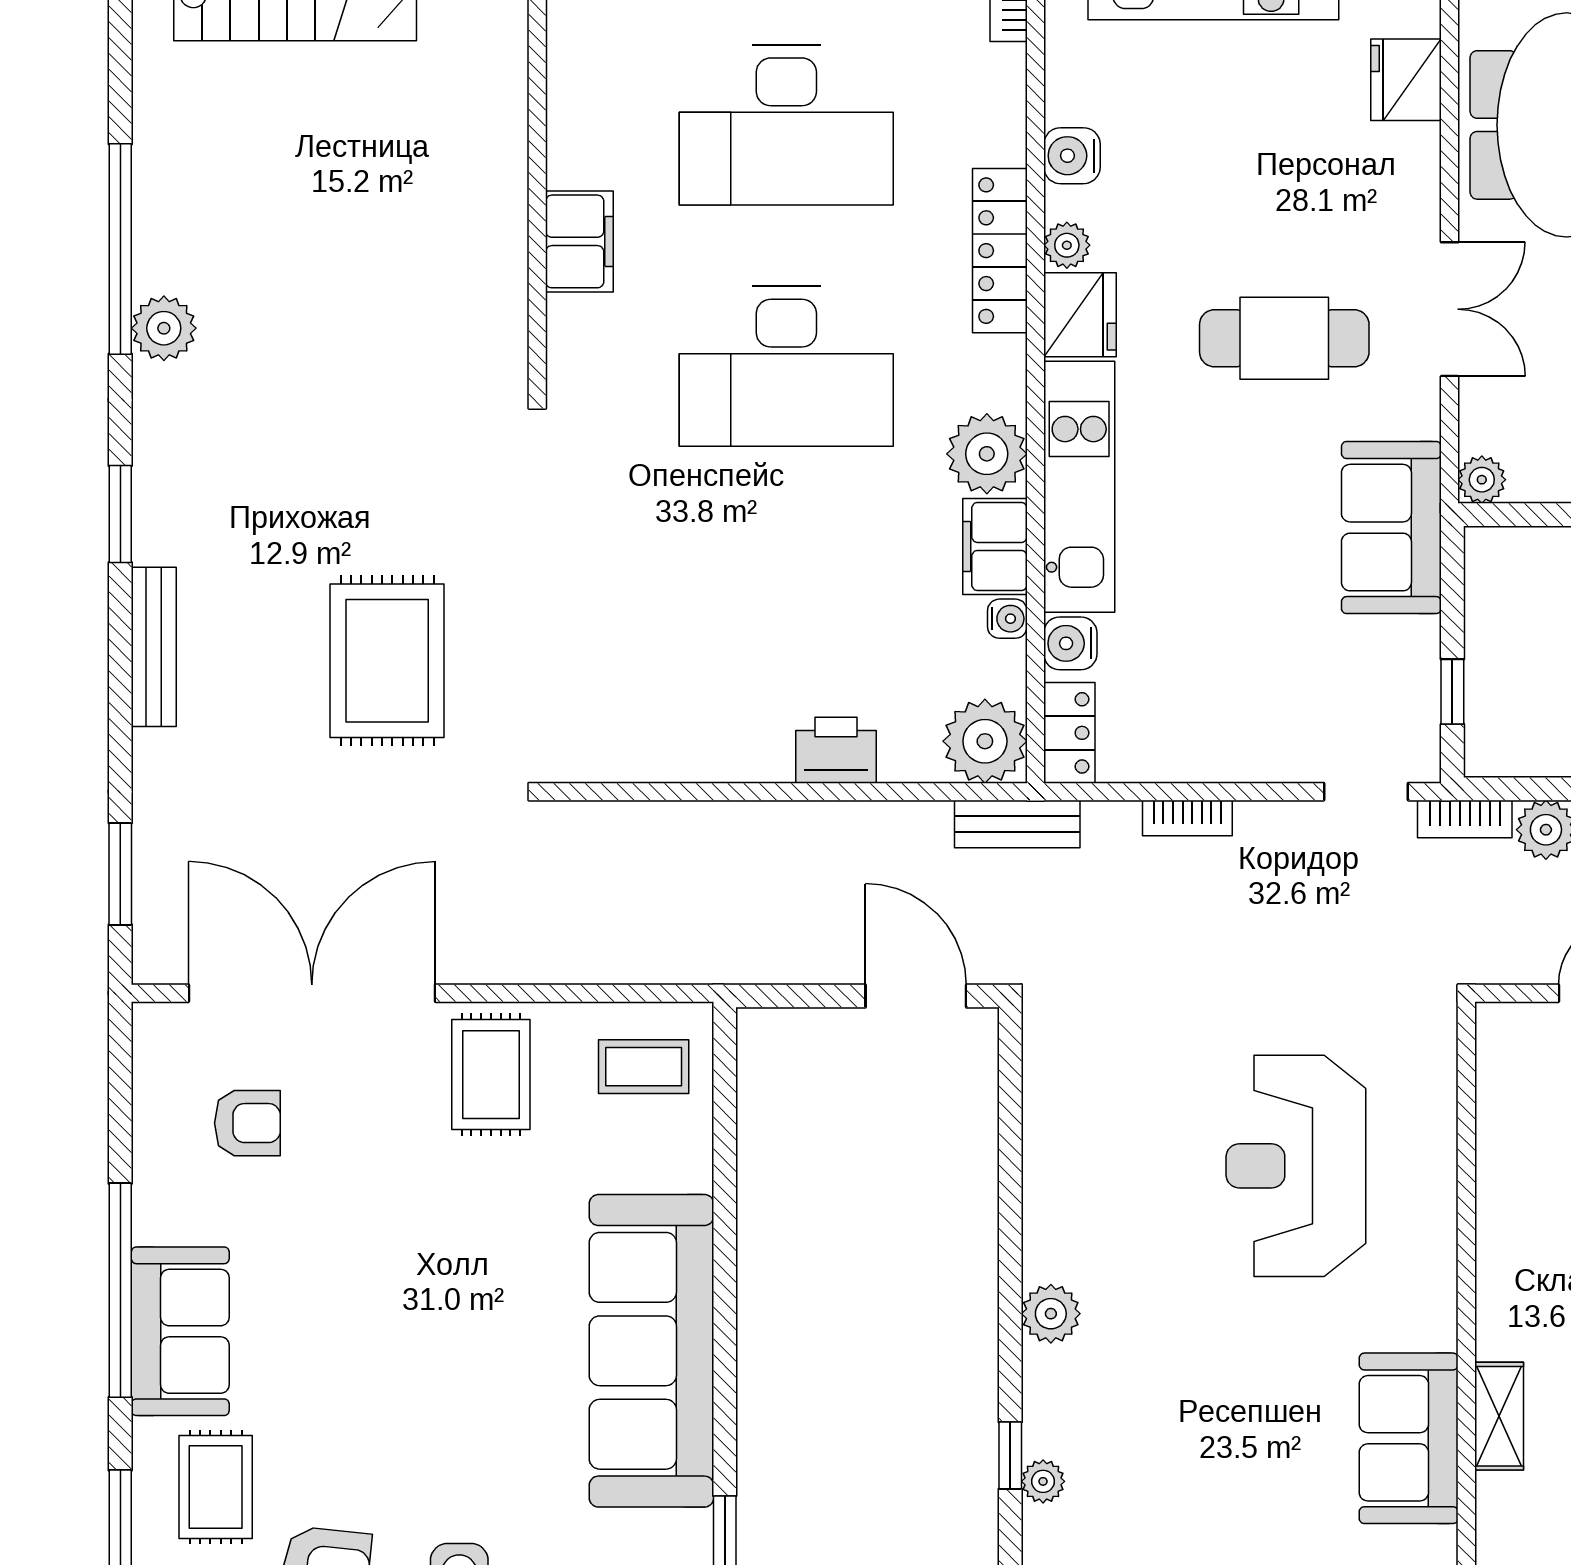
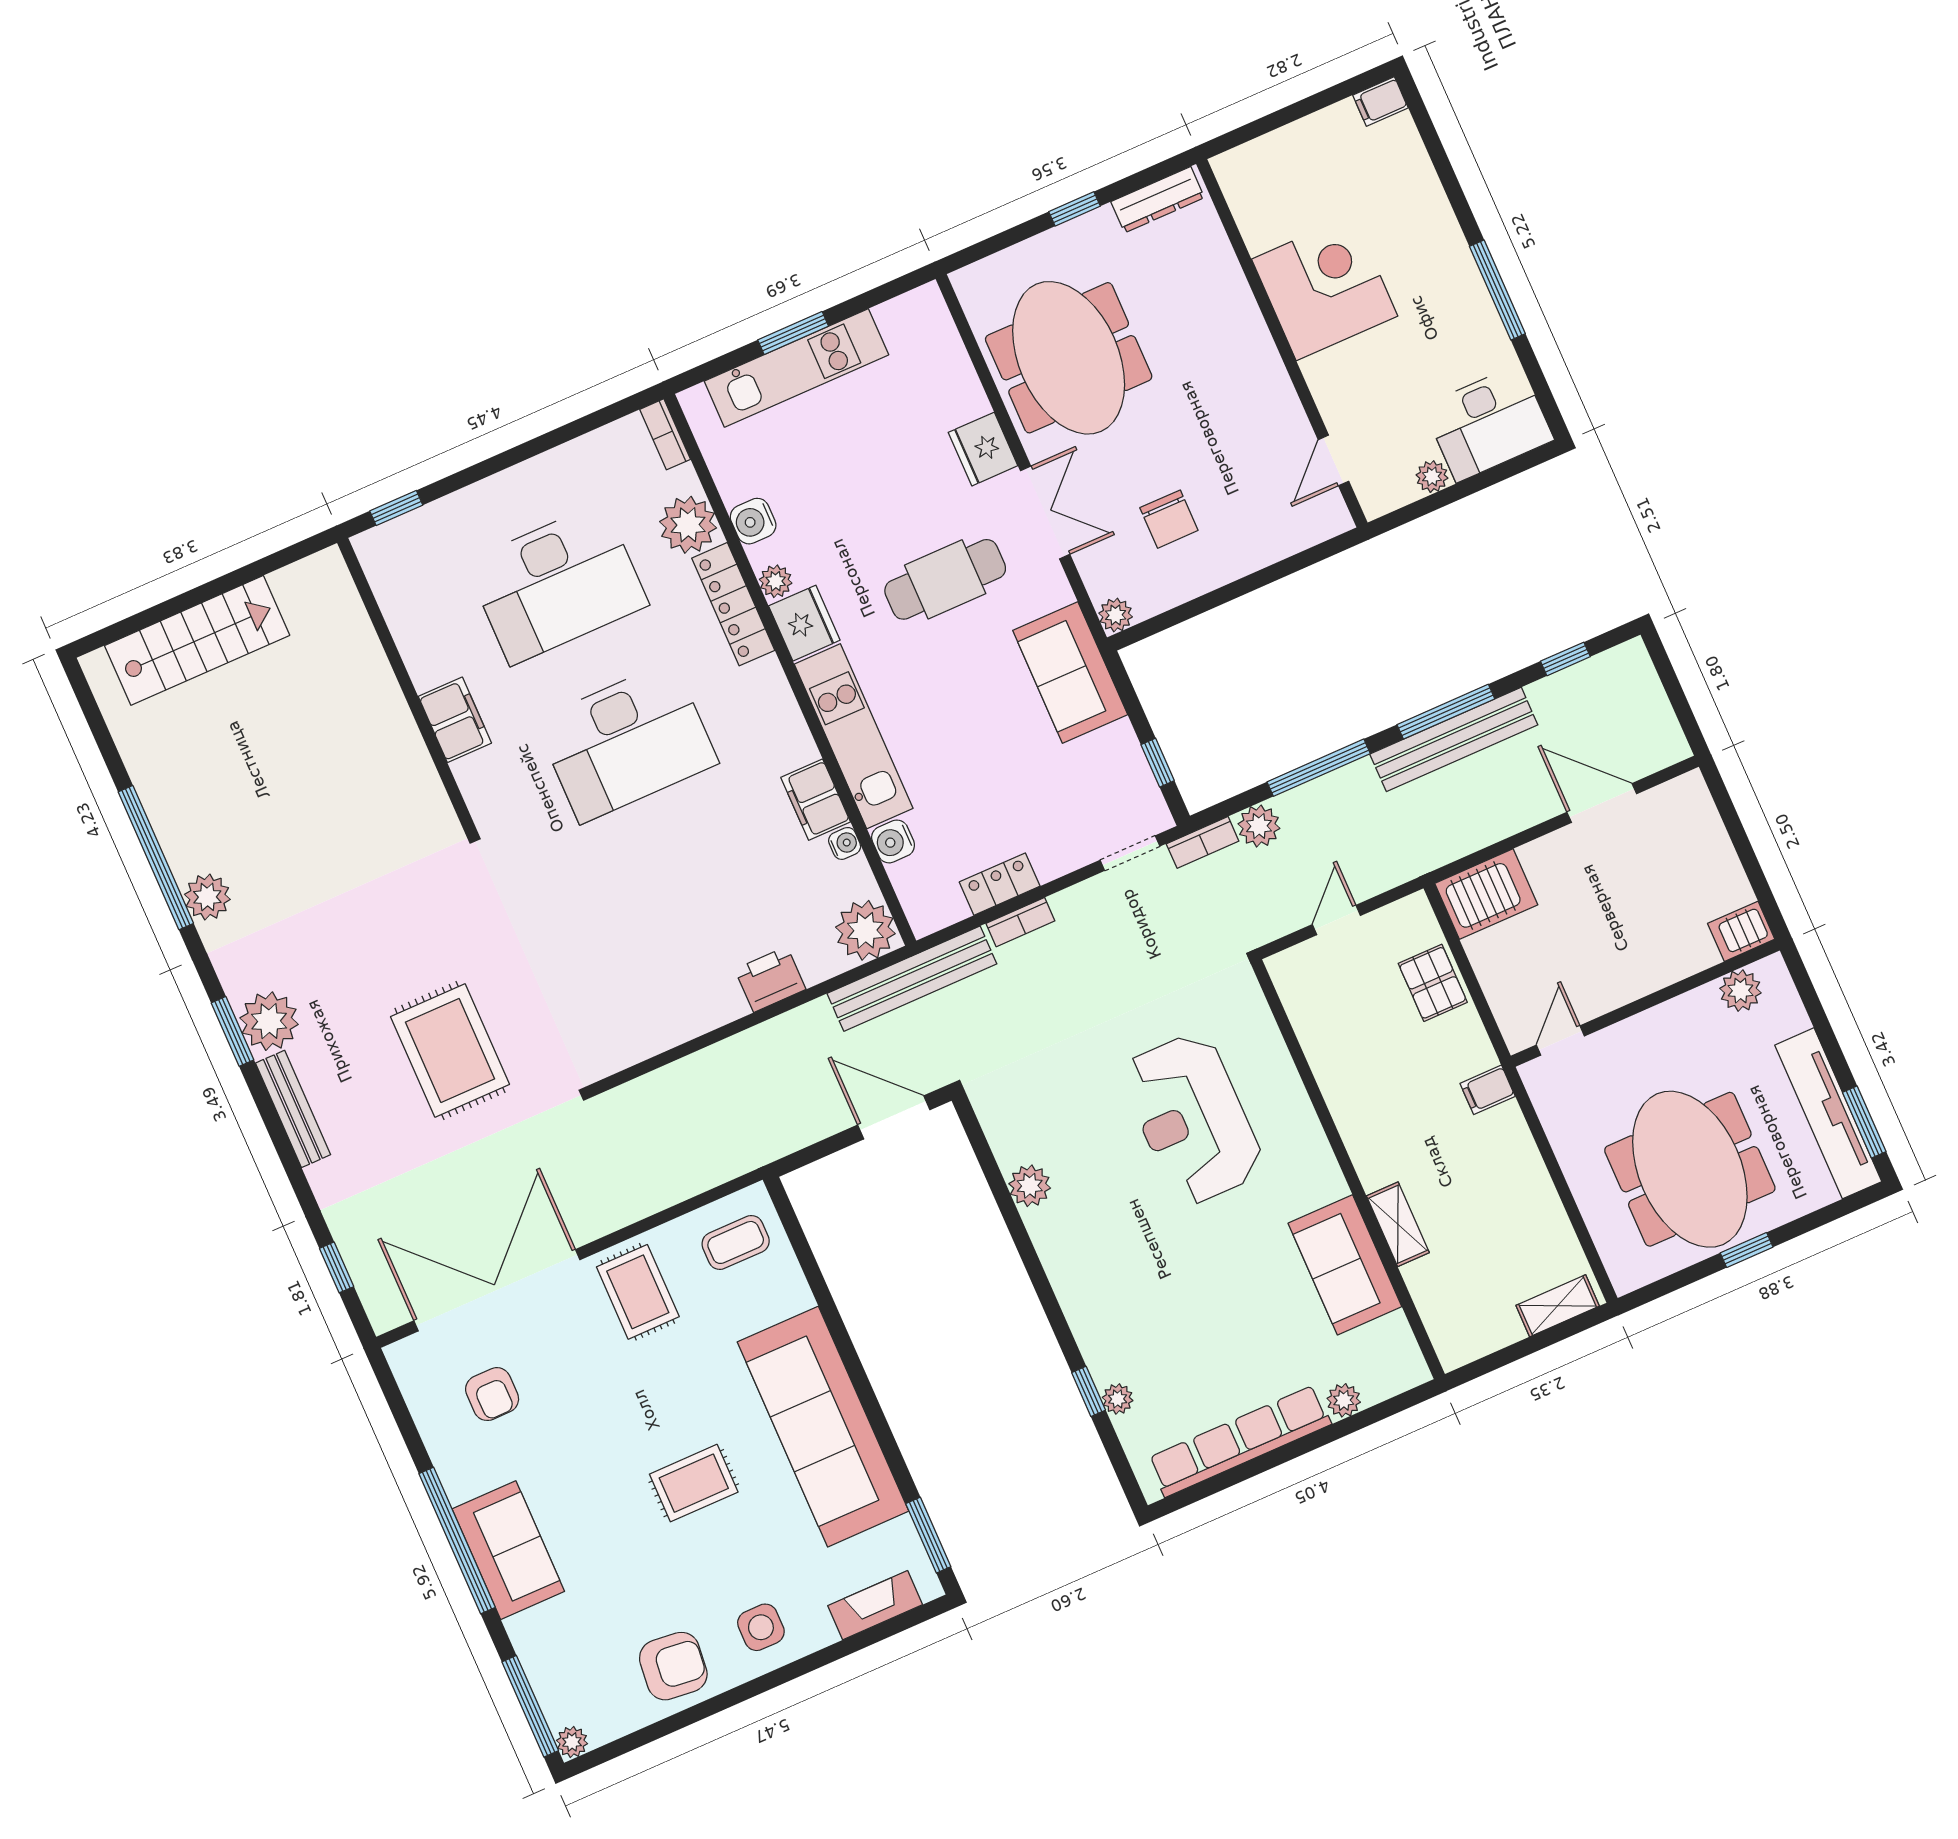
fridge: (1406, 80) -> (983, 449), moved
plant: (987, 454) -> (688, 525), moved
plant: (173, 521) -> (269, 1021), added
locker: (1069, 733) -> (1000, 884), moved, turned -90
bench: (1017, 824) -> (912, 979), width x1.86, depth x1.21
window: (120, 874) -> (337, 1267), width x0.67
armchair: (247, 1123) -> (492, 1394), turned 90
plant: (1051, 1314) -> (1030, 1186), moved
rug: (216, 1487) -> (694, 1483), moved, turned 90

